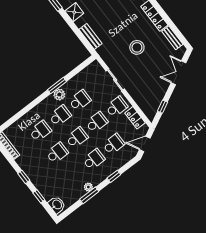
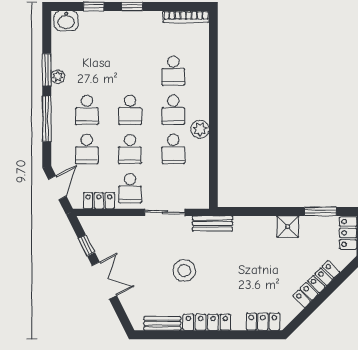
bench: (91, 36) -> (212, 223), moved
double door: (179, 73) -> (104, 281), moved
window: (57, 86) -> (213, 135), removed
school desk: (57, 153) -> (130, 71), removed
window: (114, 176) -> (47, 119), width x2.17

